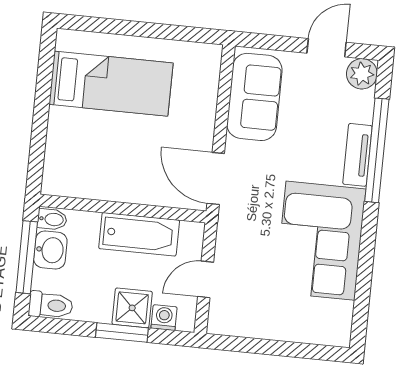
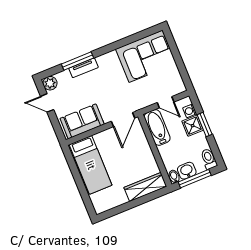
bed: (111, 84) -> (91, 165), moved, turned 180
window: (377, 150) -> (78, 61), width x0.68
wardrobe: (61, 152) -> (145, 187), added
bathtub: (139, 234) -> (157, 127), moved
corner sofa: (320, 241) -> (146, 56), moved

